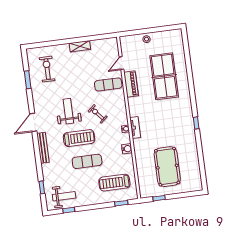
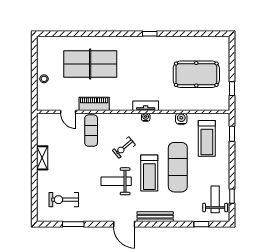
treadmill: (79, 138) -> (149, 173), turned 180
water cooler: (127, 149) -> (181, 119), moved
exercise mat: (87, 161) -> (178, 167), width x1.36, depth x1.45

